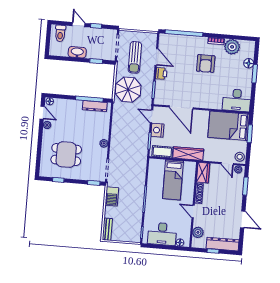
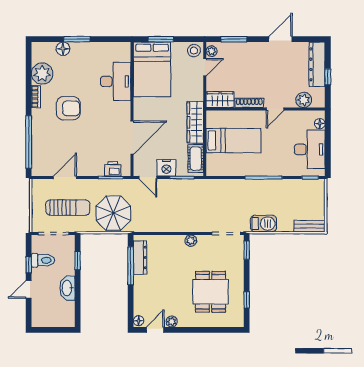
toilet: (60, 33) -> (43, 260), moved
printer: (161, 74) -> (113, 169), moved
desk: (237, 100) -> (116, 81), moved
door: (152, 116) -> (148, 178), hinge flipped

